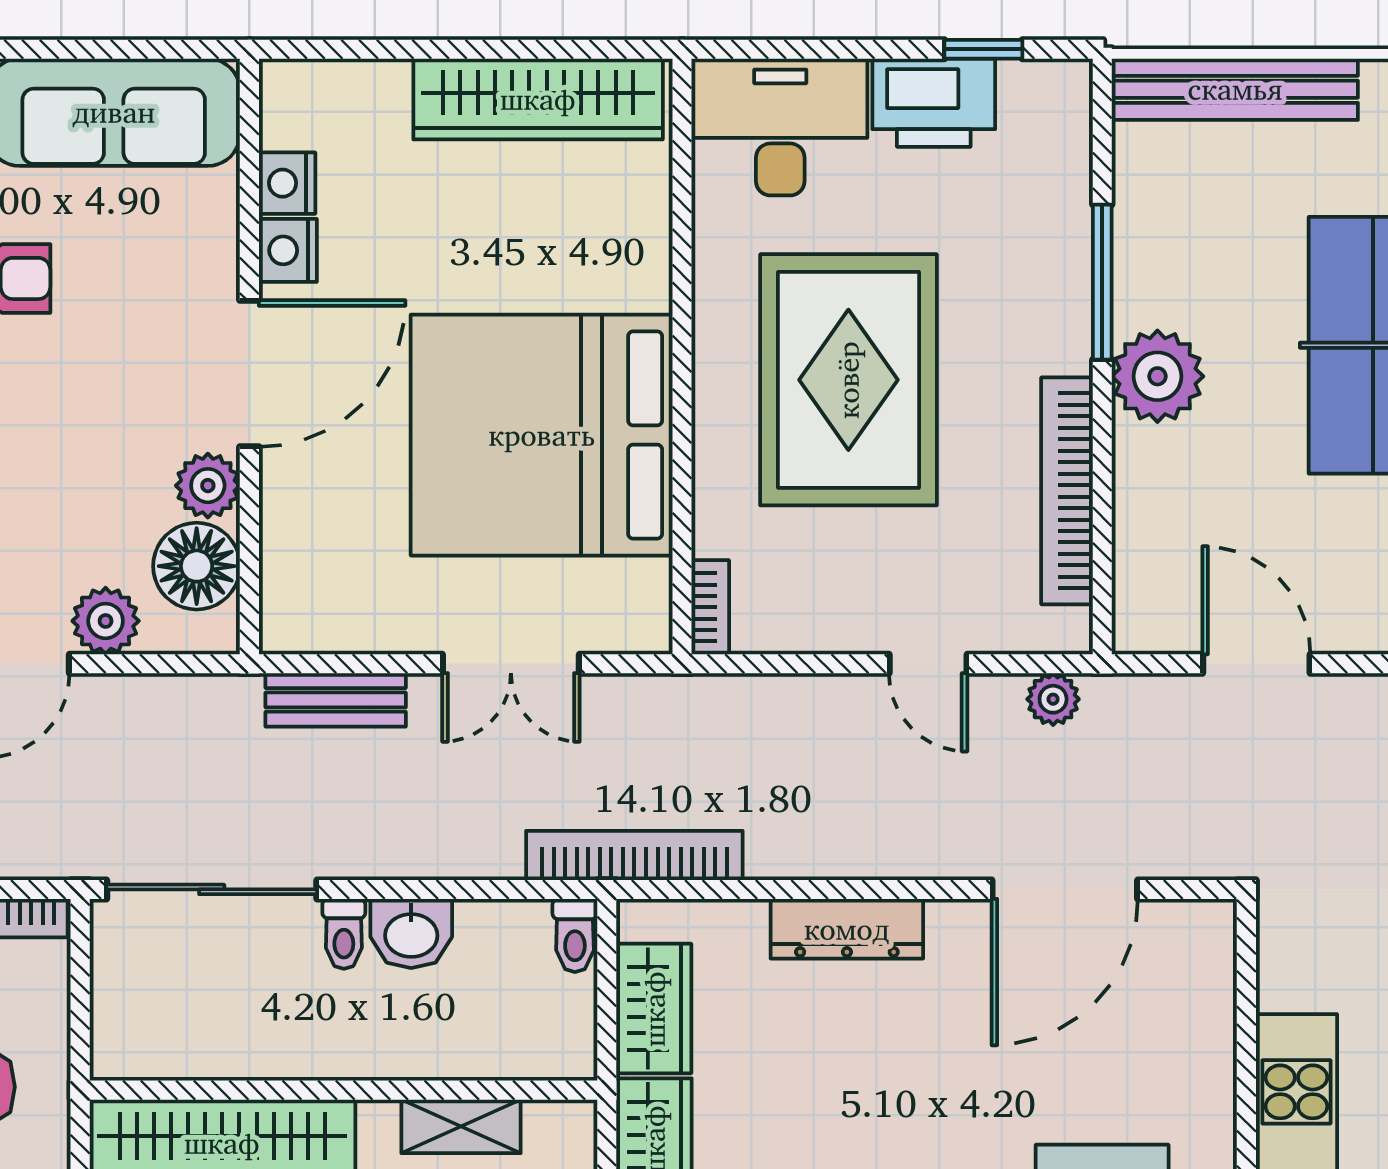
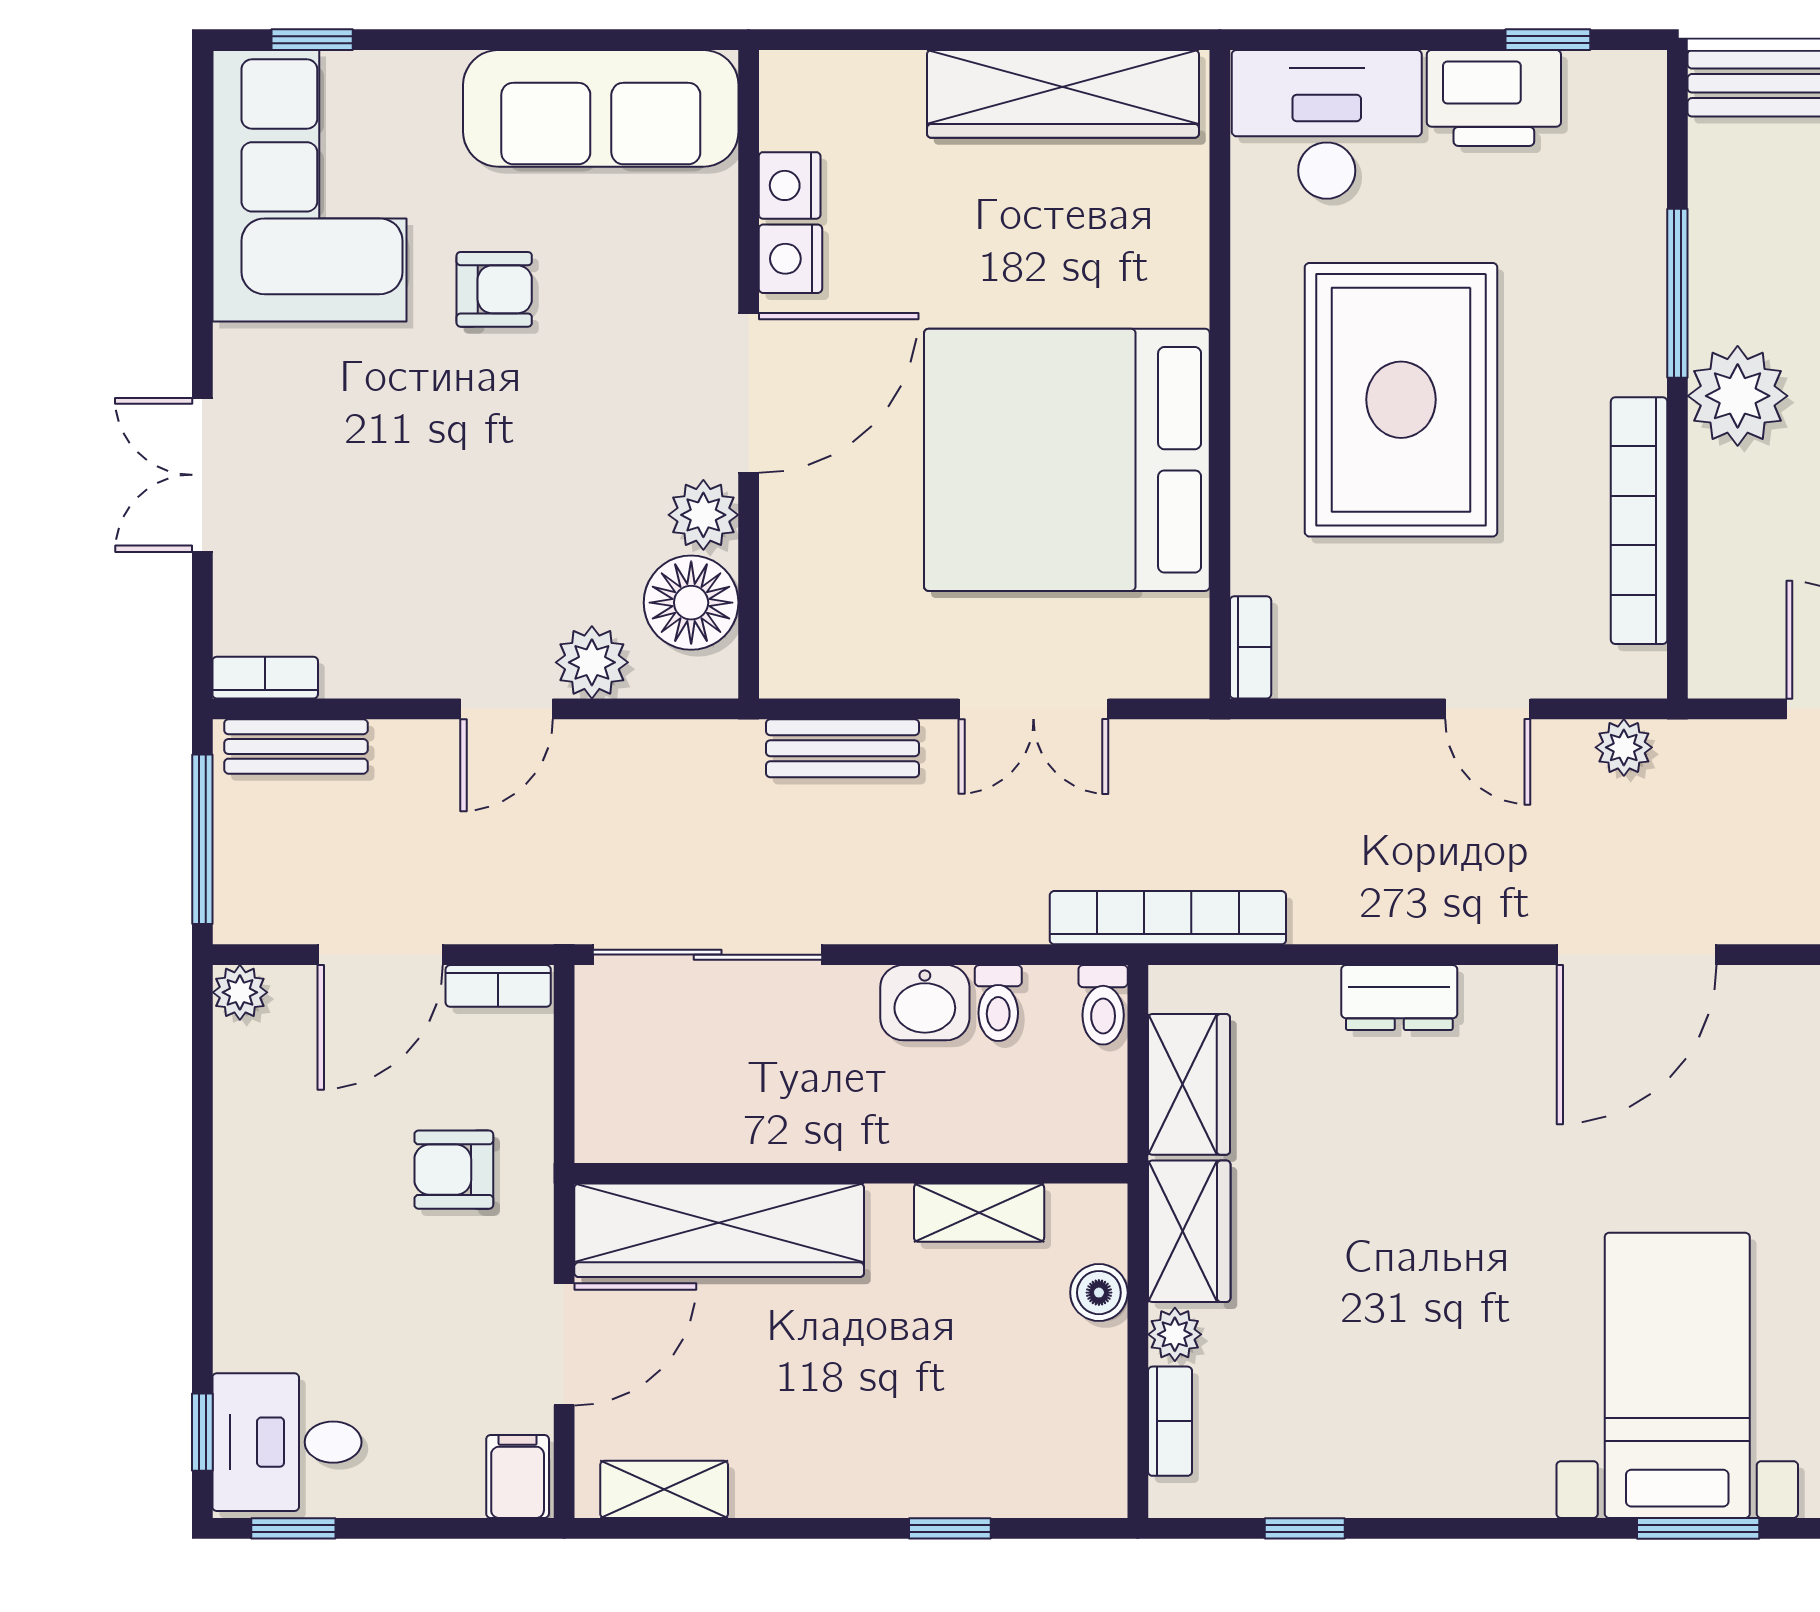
dresser: (847, 929) -> (1399, 998), width x0.70
toilet: (344, 934) -> (998, 1003), moved

